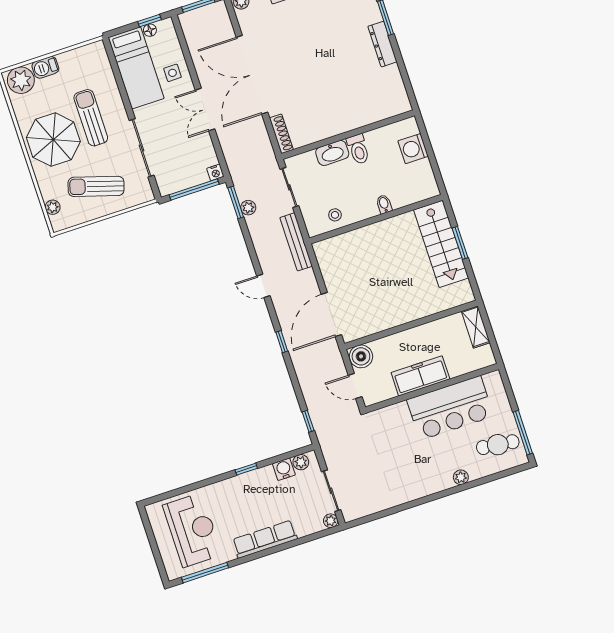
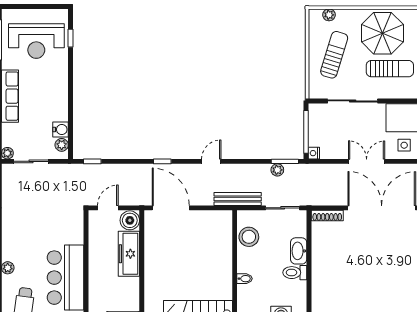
stool: (335, 215) -> (249, 237), width x1.89, depth x1.89
freezer: (420, 376) -> (129, 254), moved, turned 180
window: (246, 469) -> (70, 38), moved

